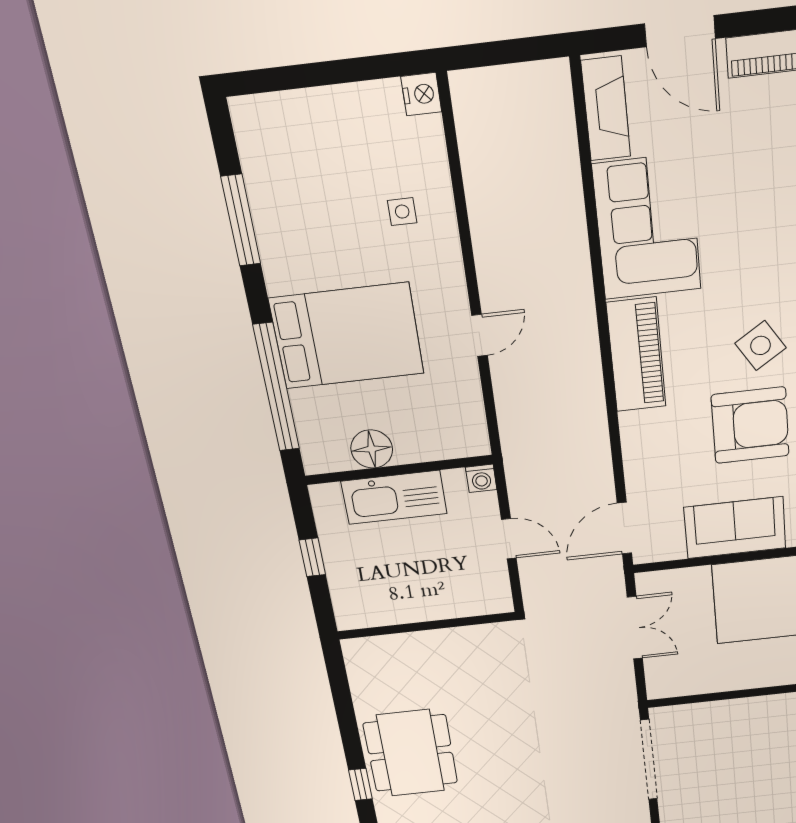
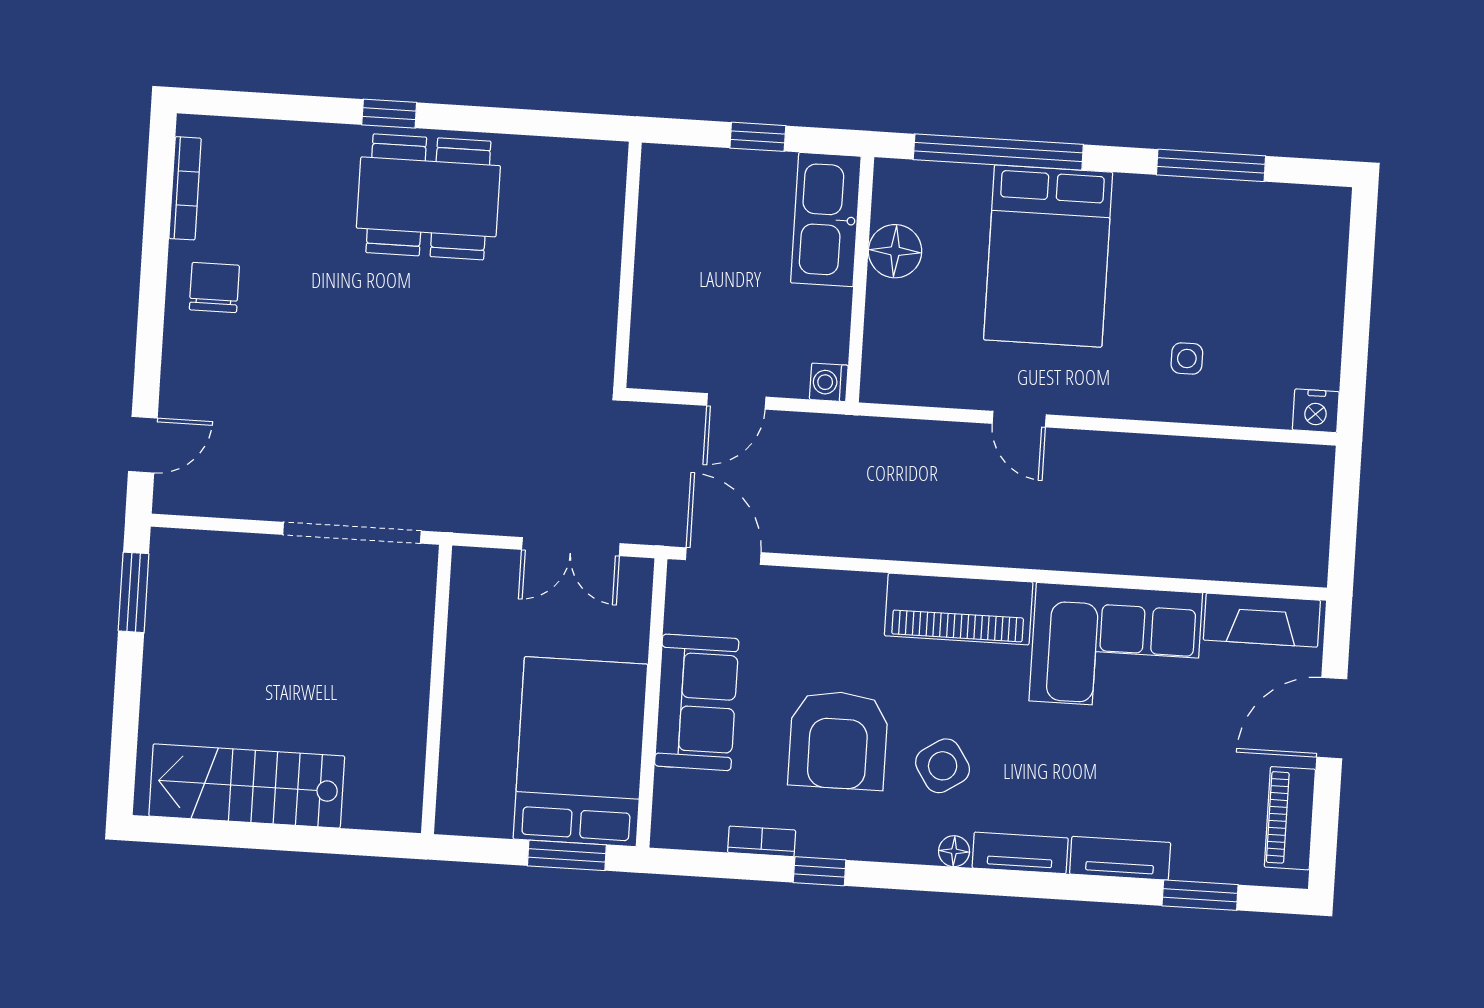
kitchen sink: (394, 497) -> (826, 220), moved

